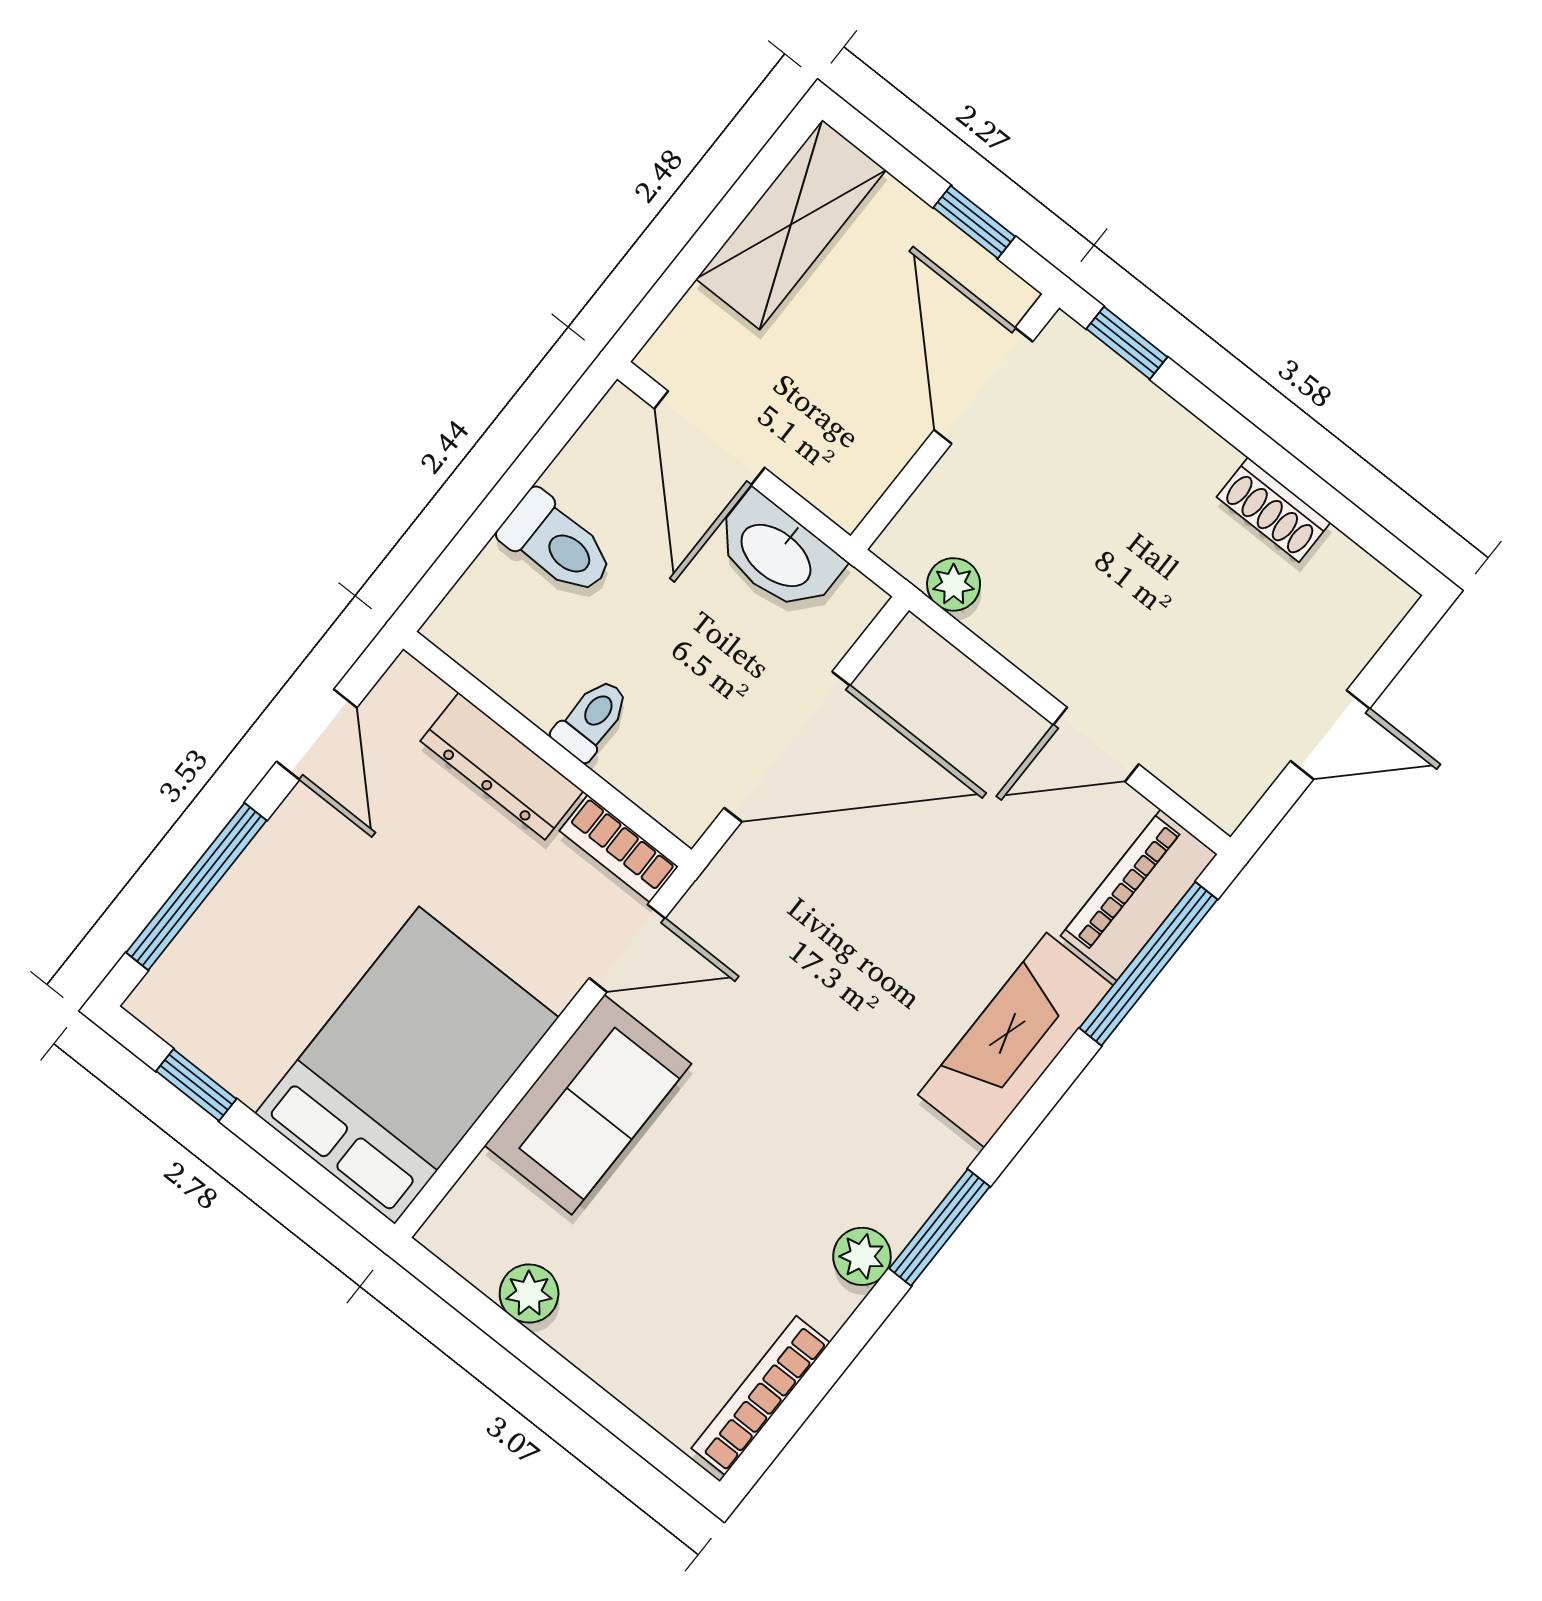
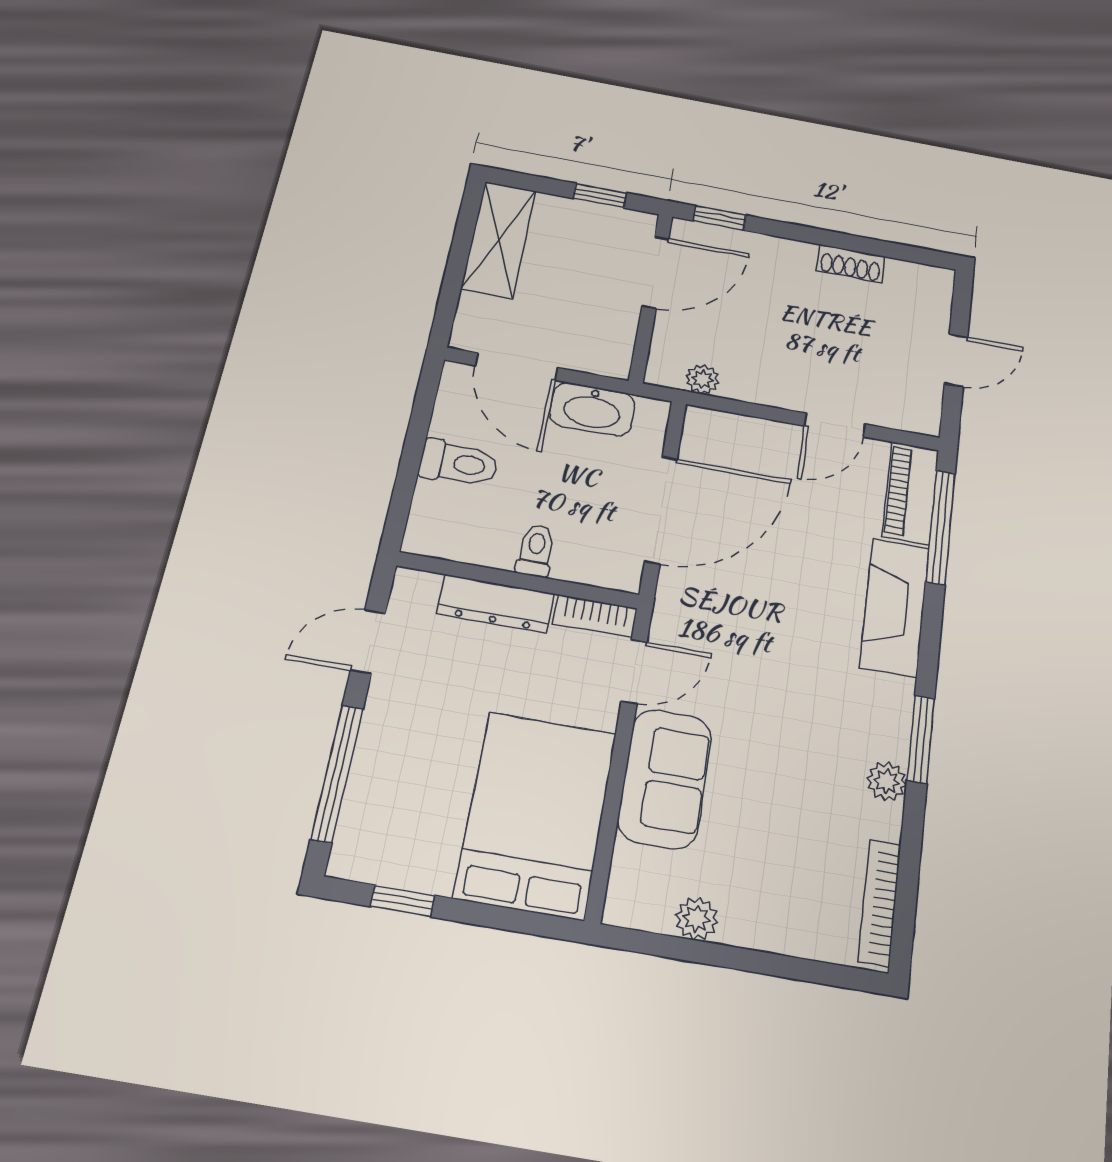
door: (983, 386) -> (655, 272), swing flipped
door: (317, 735) -> (368, 642), swing flipped

